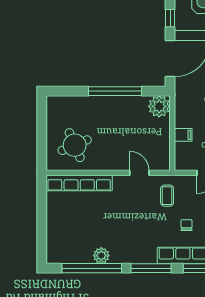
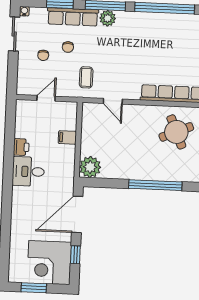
window: (115, 91) -> (155, 185), moved
plant: (101, 256) -> (108, 18), moved

